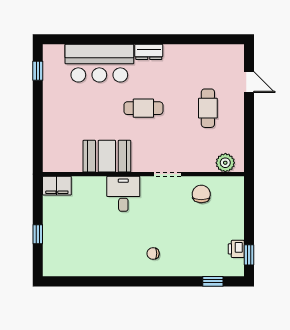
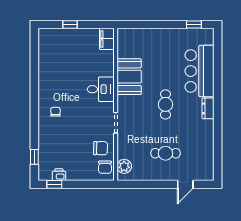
chair: (226, 188) -> (105, 167), added

